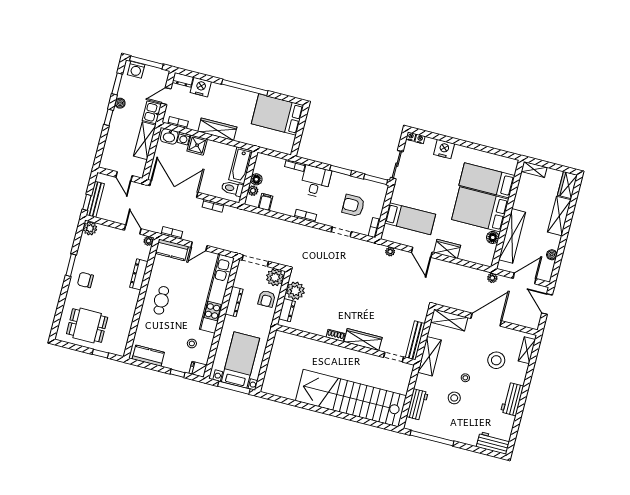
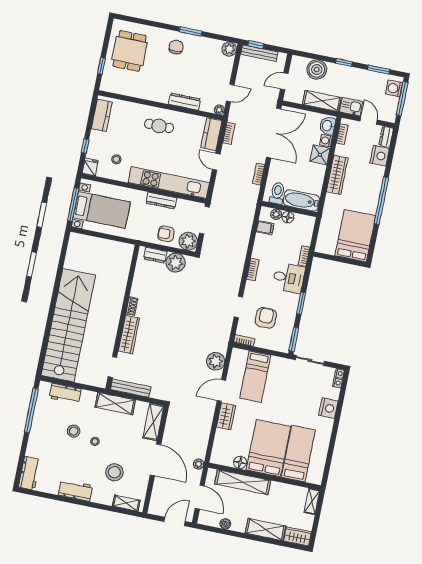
boiler: (120, 103) -> (317, 69), moved, width x1.86, depth x1.86
plant: (390, 252) -> (216, 361), width x1.88, depth x1.88

